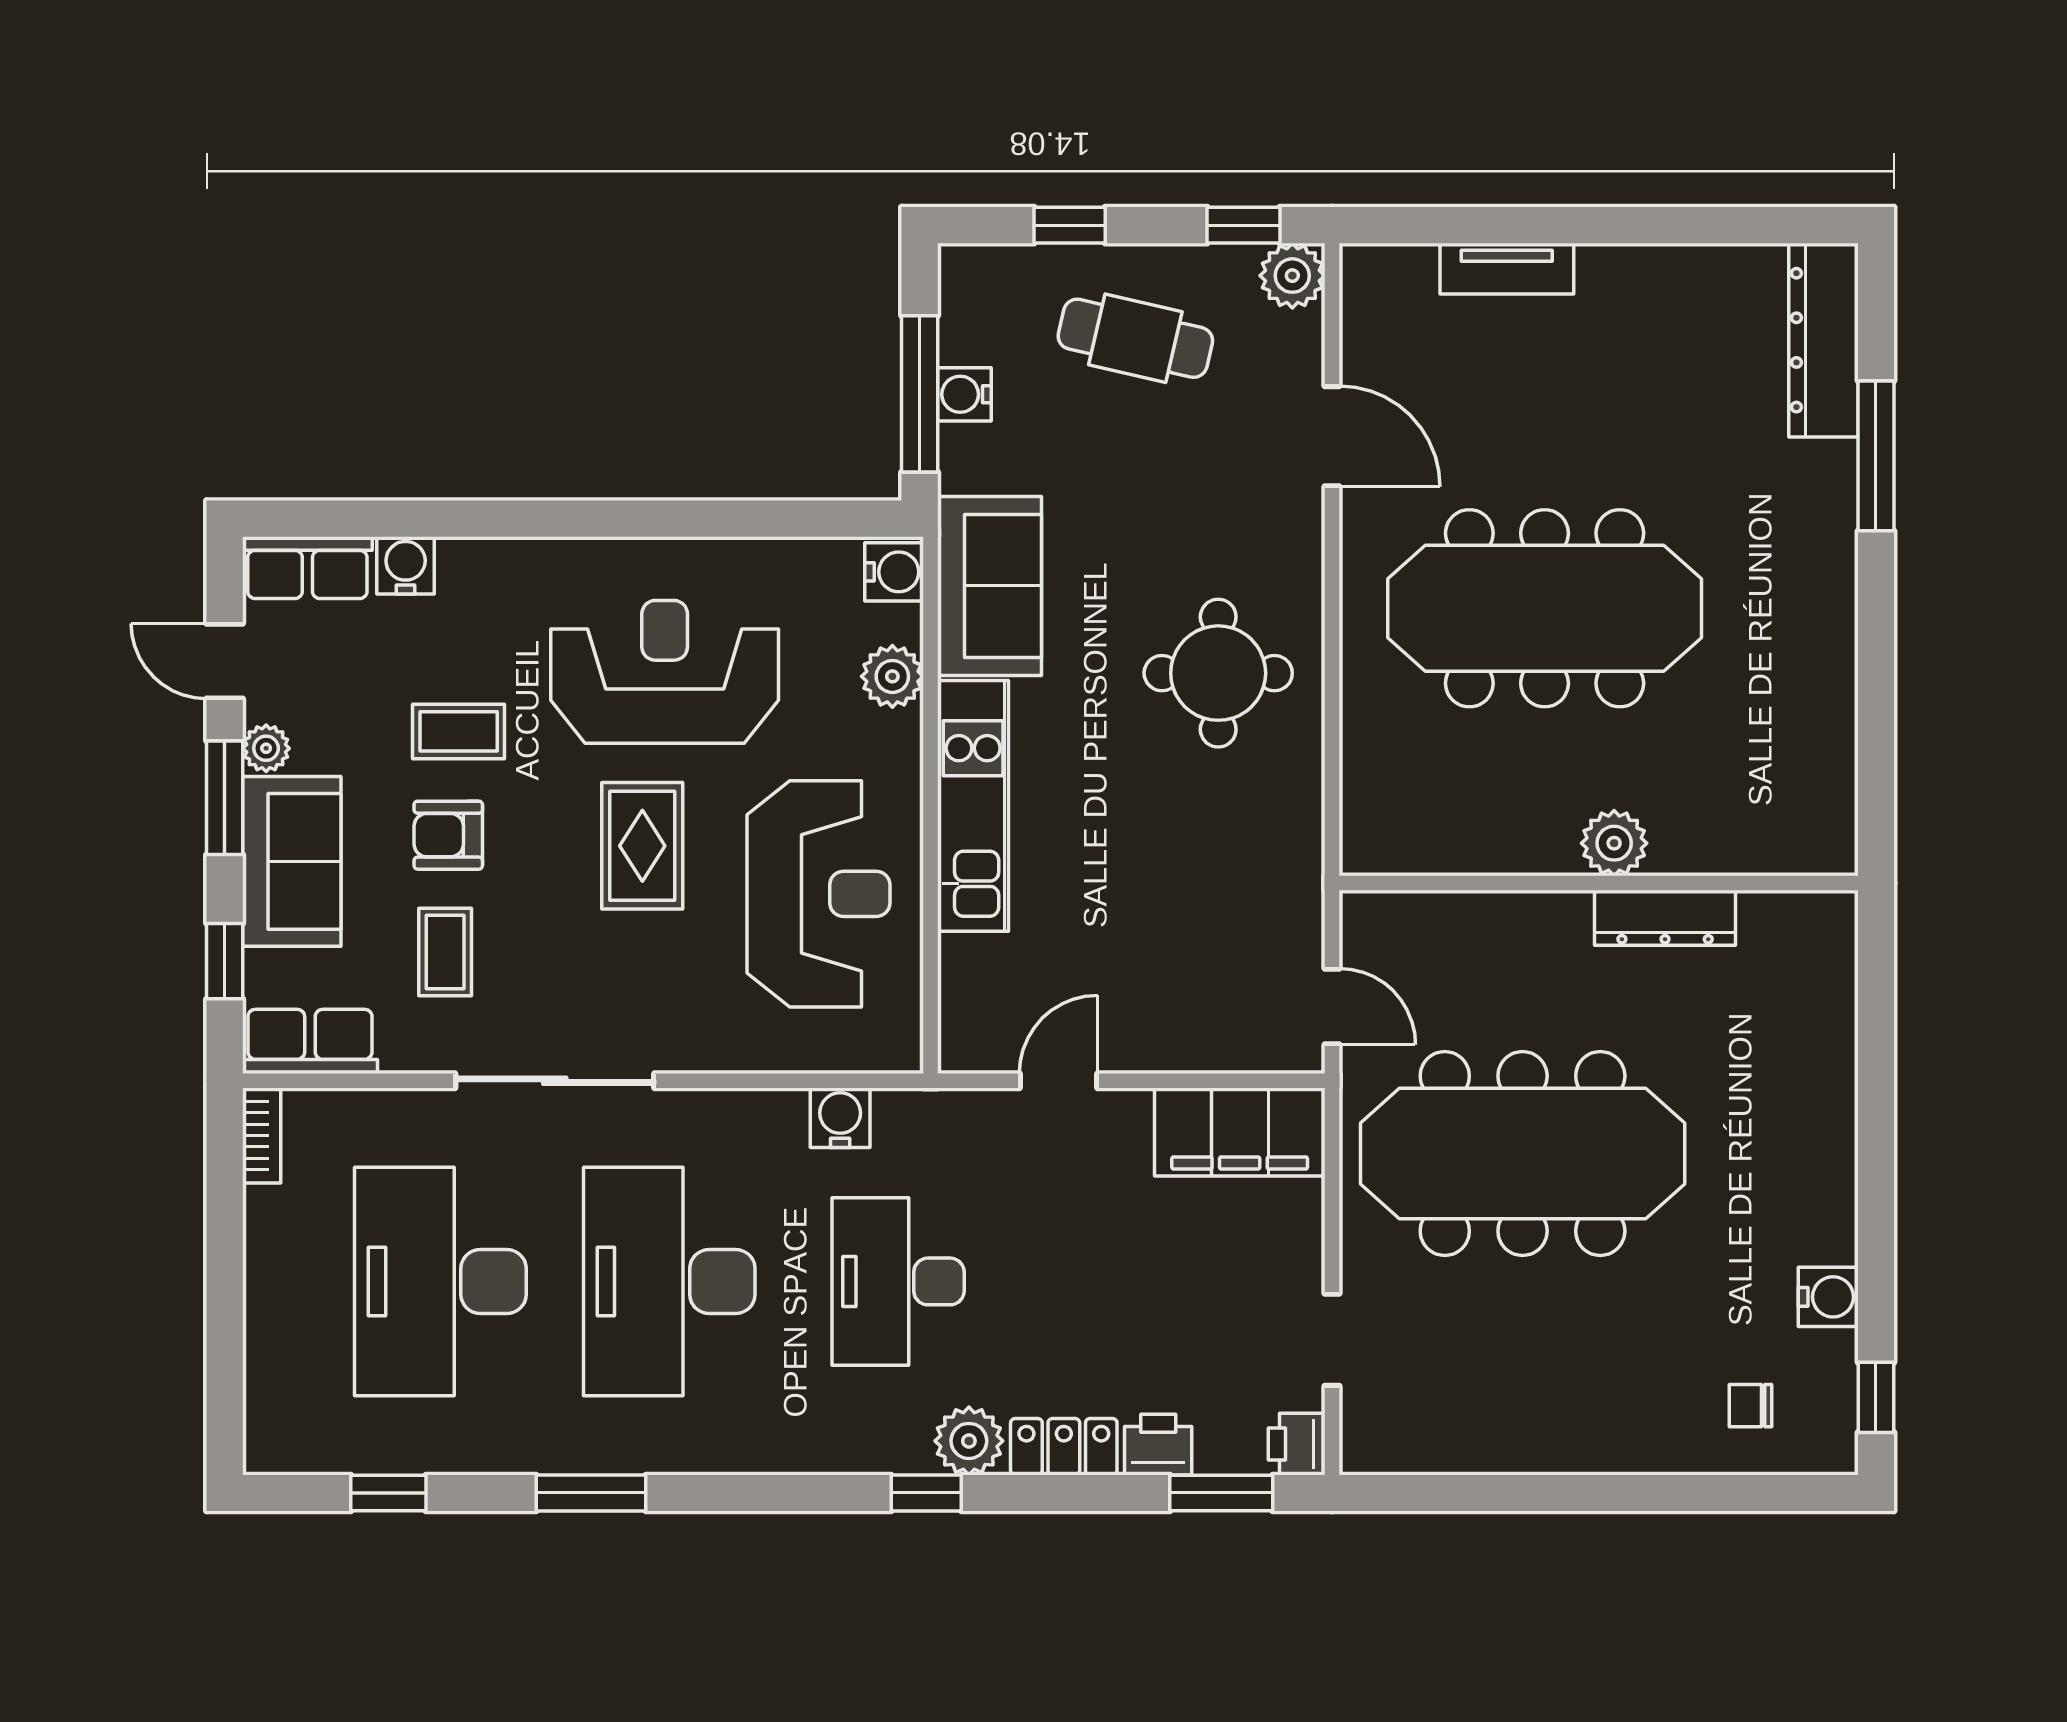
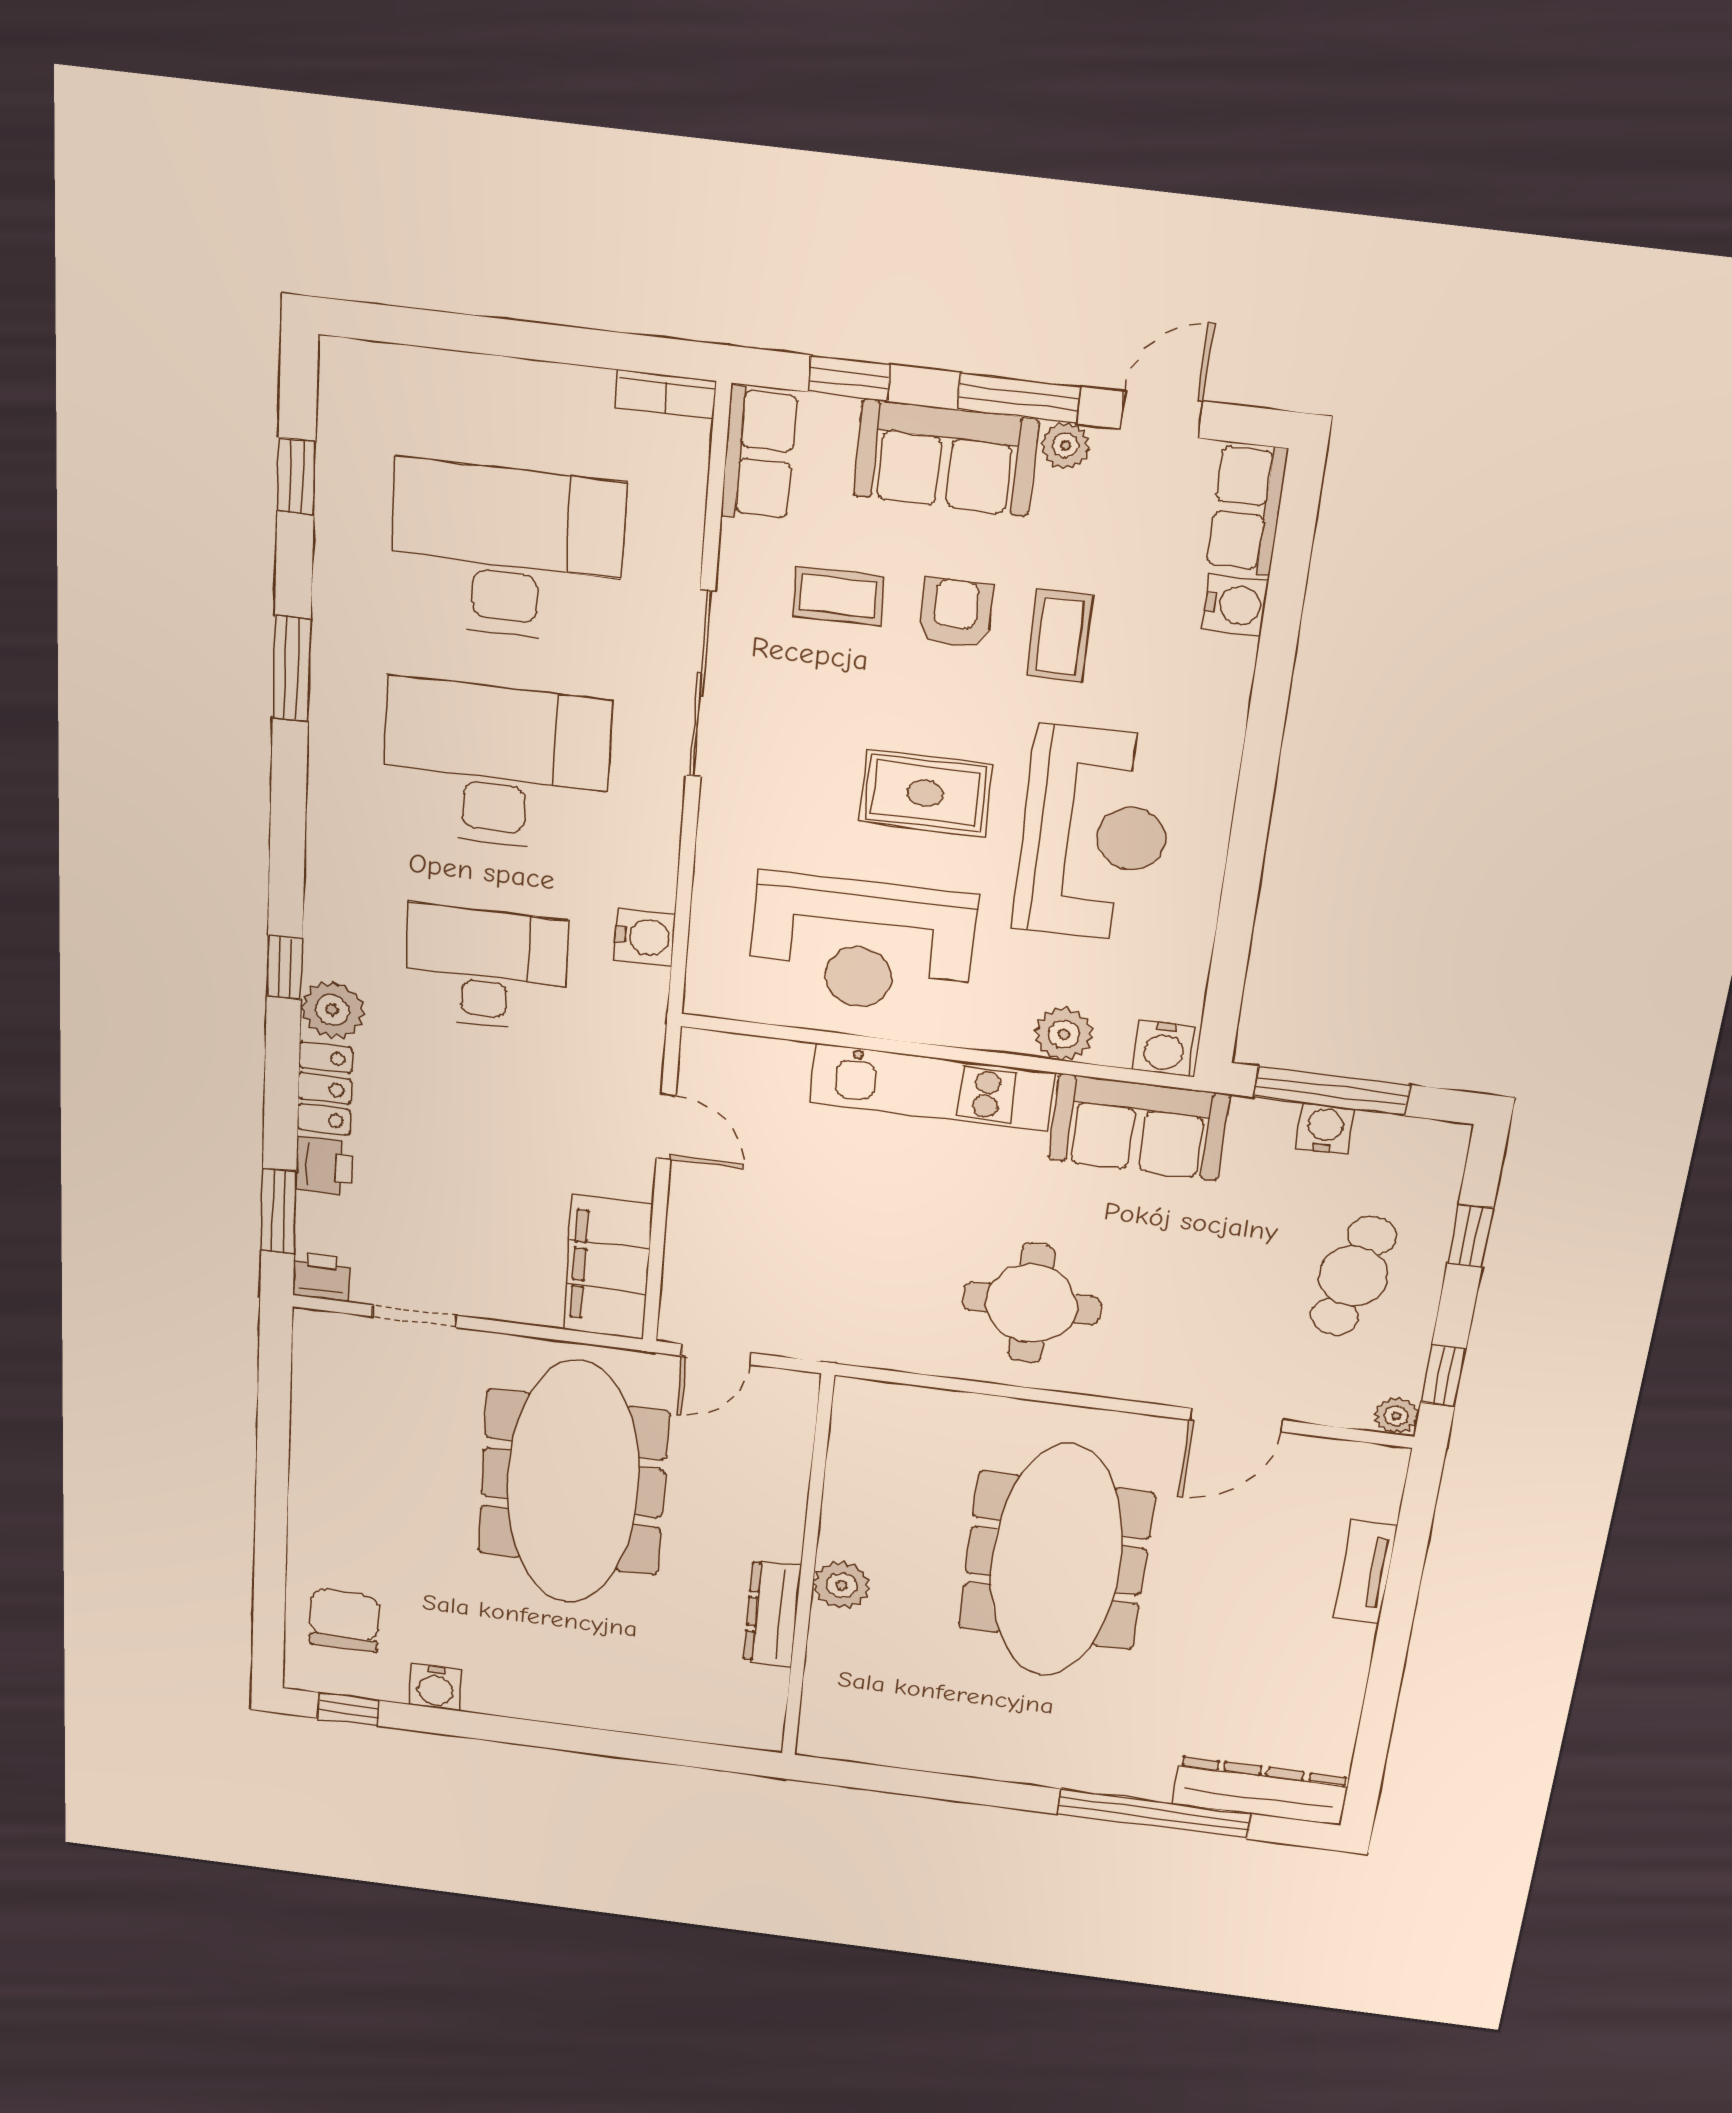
plant: (1292, 276) -> (1396, 1416), width x0.73, depth x0.73
window: (1876, 456) -> (1154, 1814), width x1.46
chair: (1750, 1406) -> (344, 1620), width x1.87, depth x1.87

